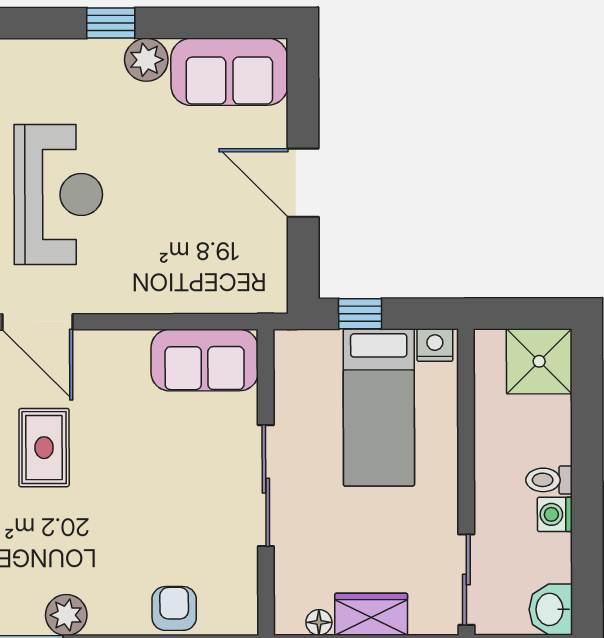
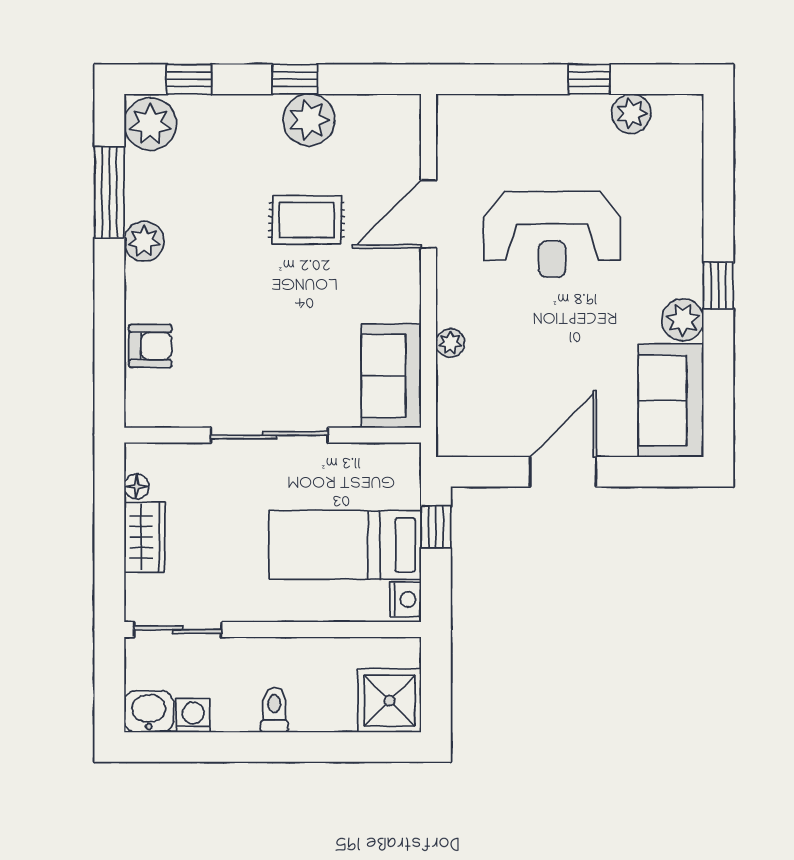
plant: (170, 299) -> (450, 343), added
washing machine: (555, 514) -> (193, 715), moved

